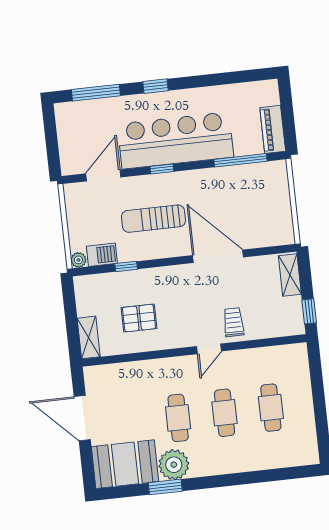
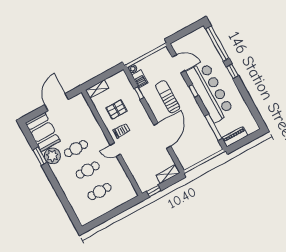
window: (96, 93) -> (217, 44), width x1.46
pallet: (139, 318) -> (117, 110), turned 90
trolley: (234, 322) -> (122, 131), moved

